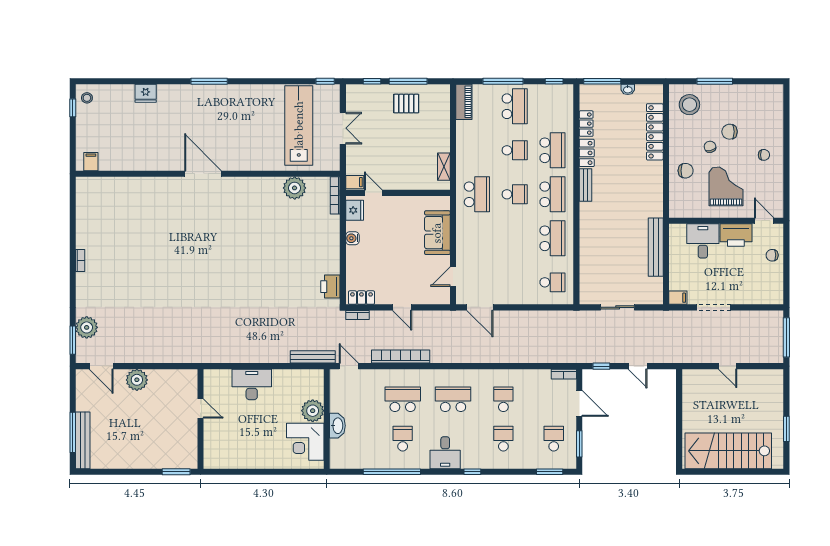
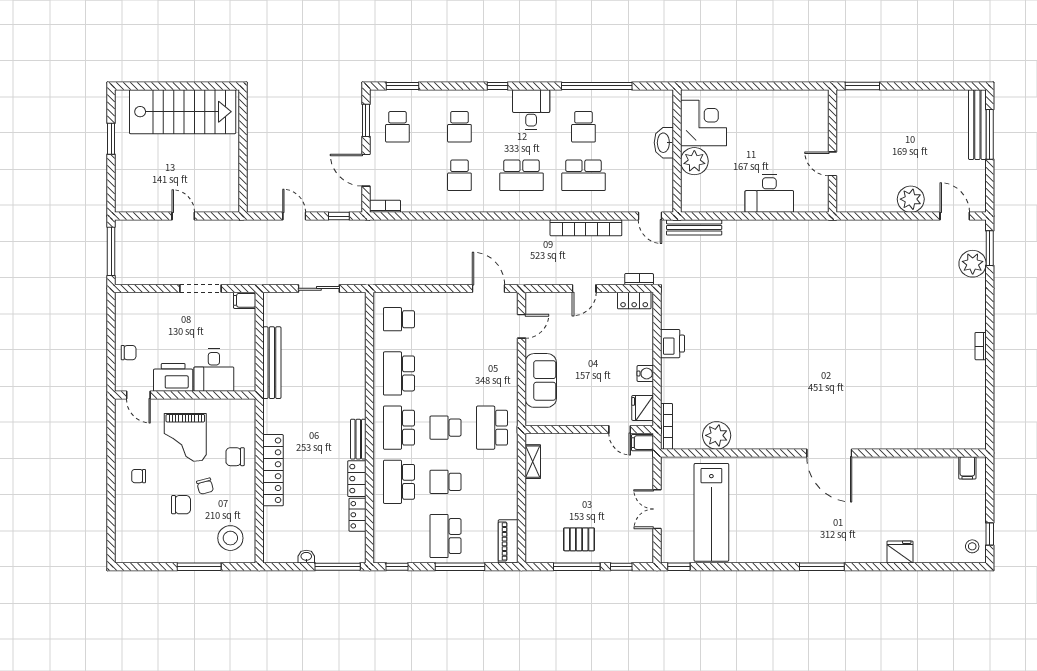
locker: (655, 132) -> (273, 470), moved
printer: (330, 287) -> (672, 344), moved
door: (402, 307) -> (584, 288), swing flipped

